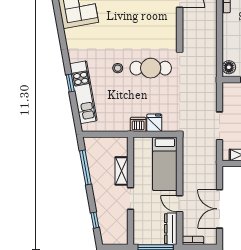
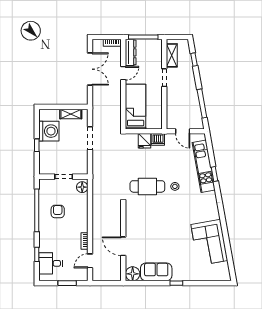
door: (108, 134) -> (183, 131), added
shelving: (121, 171) -> (172, 55), moved
door: (180, 204) -> (123, 73), hinge flipped

